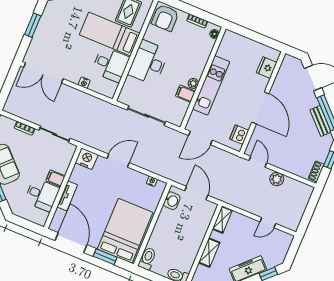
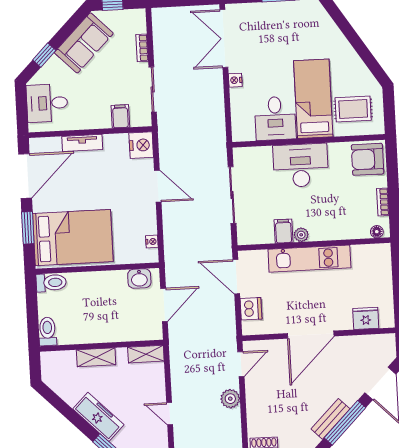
nightstand: (84, 83) -> (235, 80), moved
dishwasher: (239, 135) -> (251, 309), moved, turned 90
filing cabinet: (56, 178) -> (120, 116), moved
desk: (42, 195) -> (47, 103), moved, turned 90

